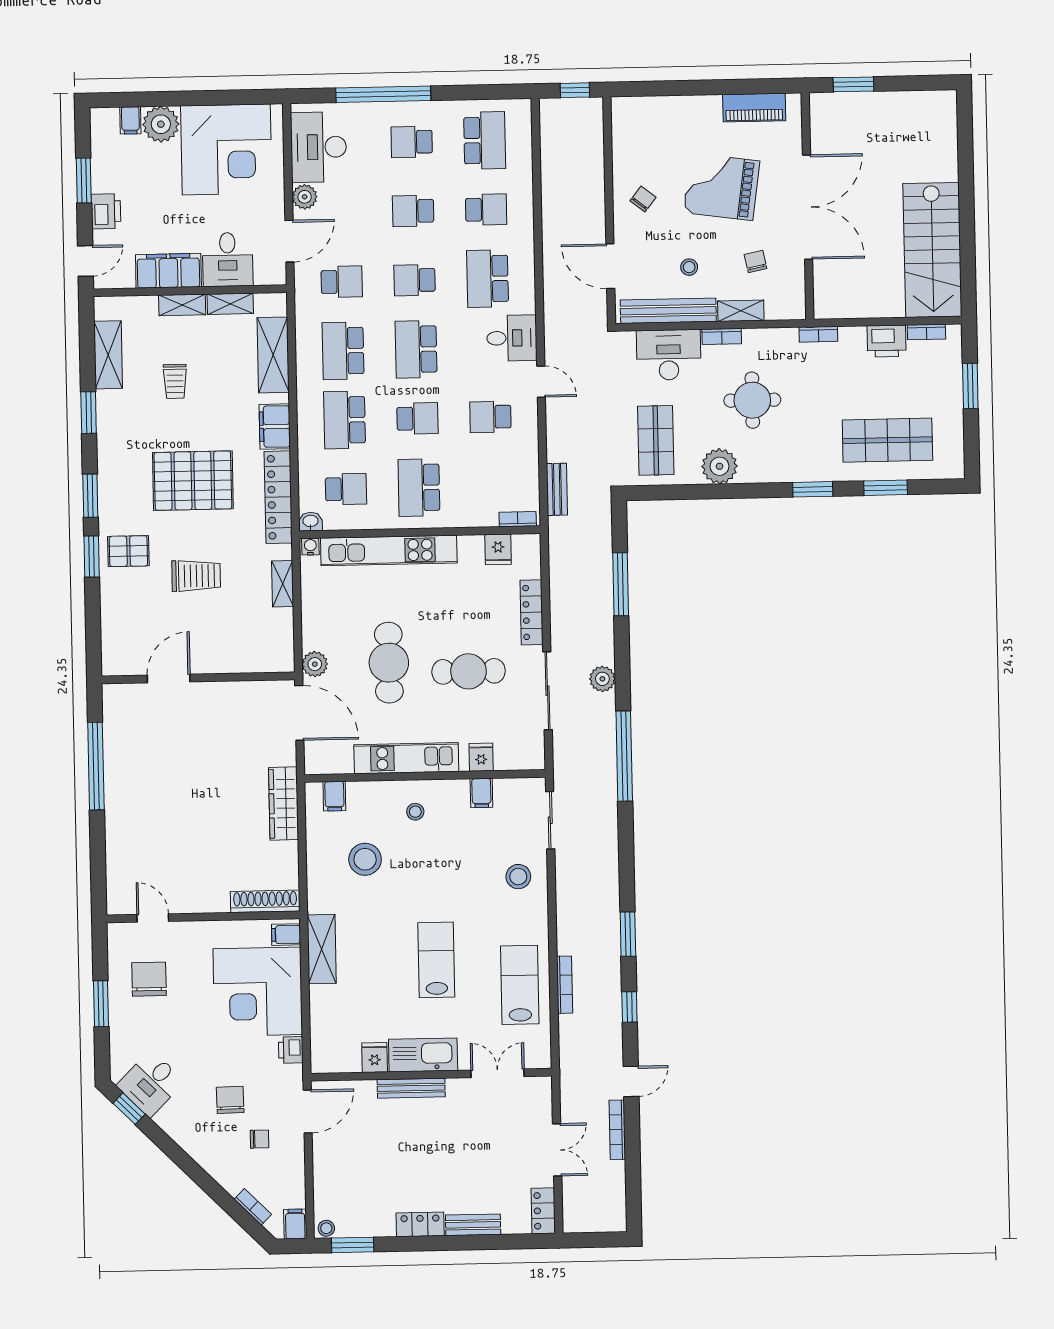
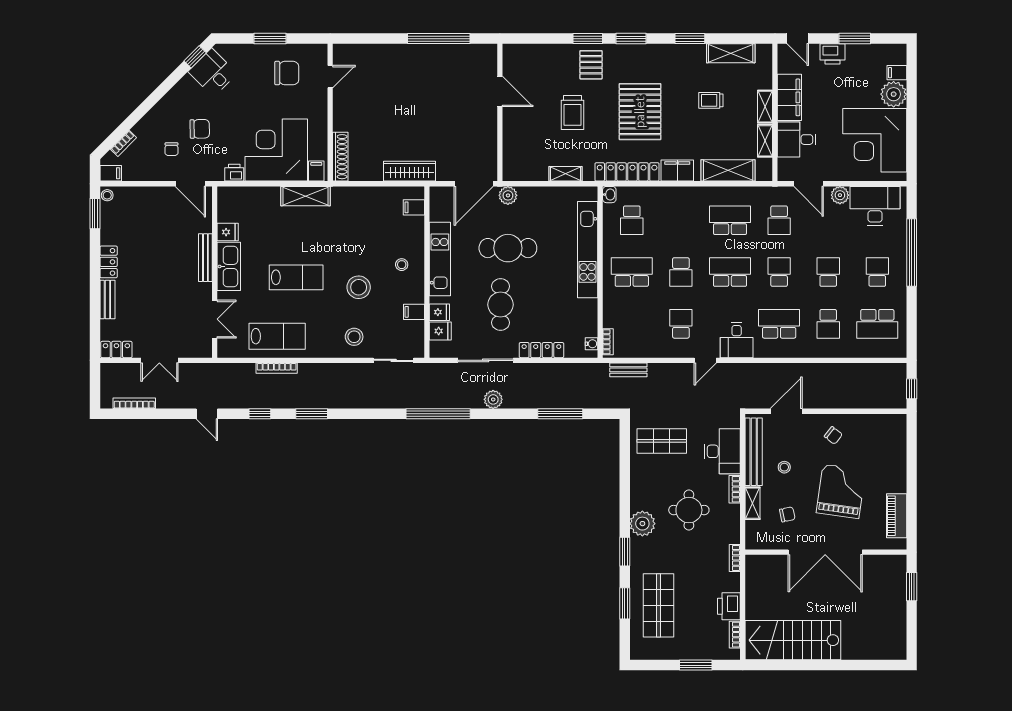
school desk: (345, 420) -> (681, 220), removed
plant: (719, 466) -> (642, 524), moved
water cooler: (310, 547) -> (591, 344), moved
fridge: (498, 549) -> (440, 331), moved, turned 180
stool: (365, 859) -> (359, 287), moved
bookcase: (617, 1130) -> (134, 403), moved

